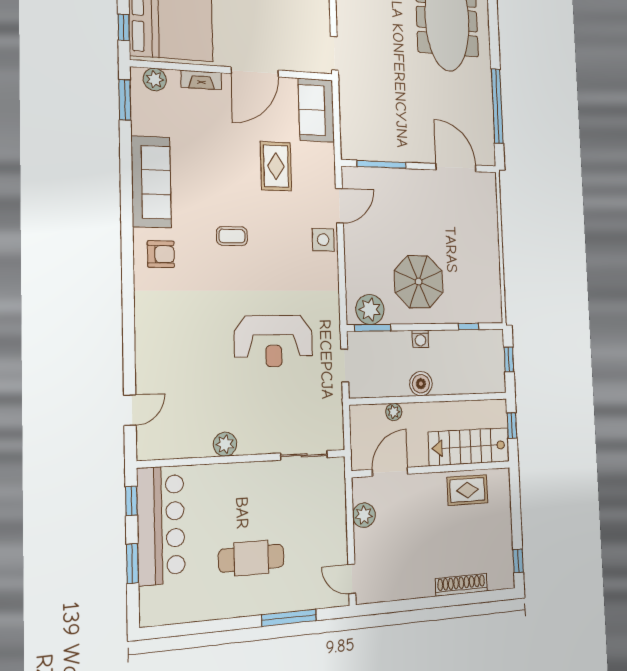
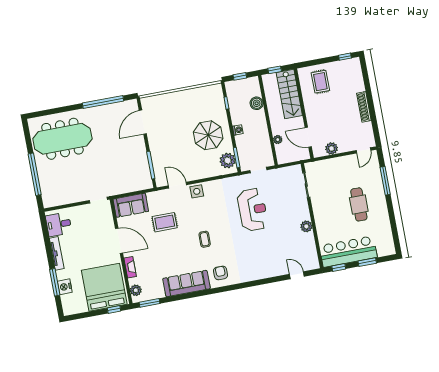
boiler: (421, 384) -> (257, 103), moved
rug: (467, 490) -> (320, 82), moved
shoe rack: (461, 585) -> (364, 107), moved

